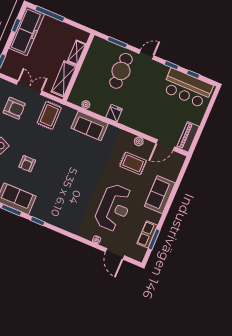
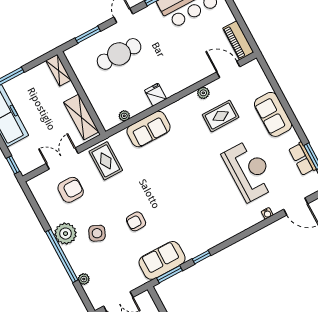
shelving: (77, 53) -> (58, 70), moved
cafe table: (121, 71) -> (119, 54), turned 90
door: (165, 145) -> (228, 69), swing flipped
armchair: (27, 164) -> (136, 221), turned 90

